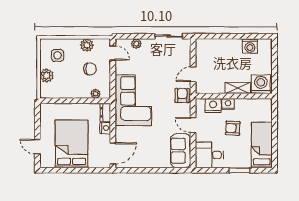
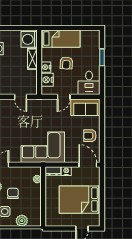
chair: (90, 69) -> (13, 193), moved
armchair: (182, 96) -> (90, 136), moved
bed: (262, 145) -> (61, 39), moved, turned 180

